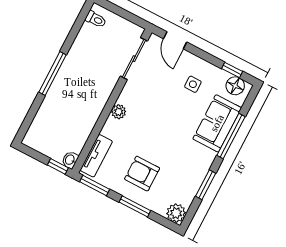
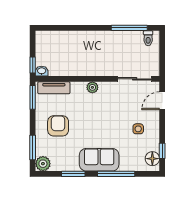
window: (53, 74) -> (129, 28), moved
sofa: (217, 123) -> (99, 160), moved
window: (135, 206) -> (33, 148), moved

